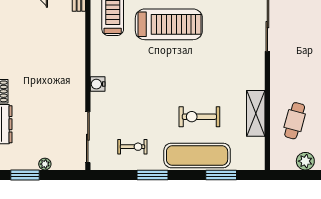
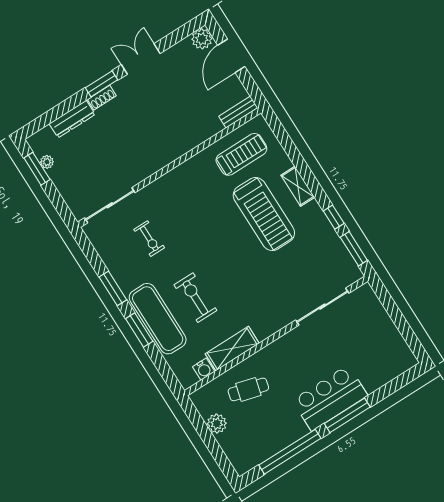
water cooler: (98, 84) -> (204, 369), moved, turned 180
exercise bike: (132, 147) -> (149, 239), moved
plant: (45, 164) -> (47, 162), moved
window: (221, 175) -> (139, 330), moved

